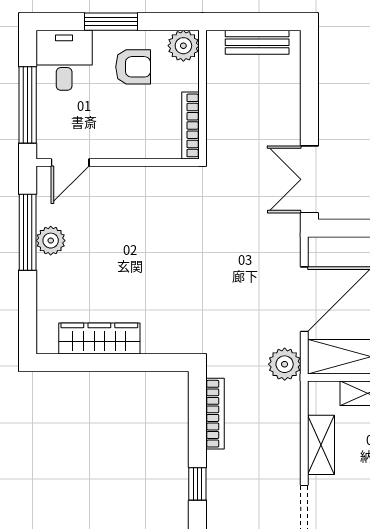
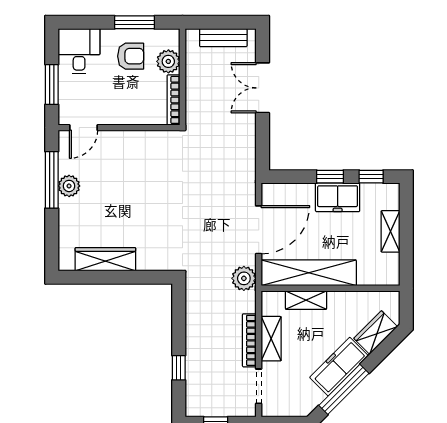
window: (111, 22) -> (135, 22), moved
plant: (183, 46) -> (168, 61), moved
window: (28, 105) -> (52, 85), width x0.69
double door: (309, 179) -> (262, 88), moved
bookcase: (215, 414) -> (249, 340), moved, turned 180

